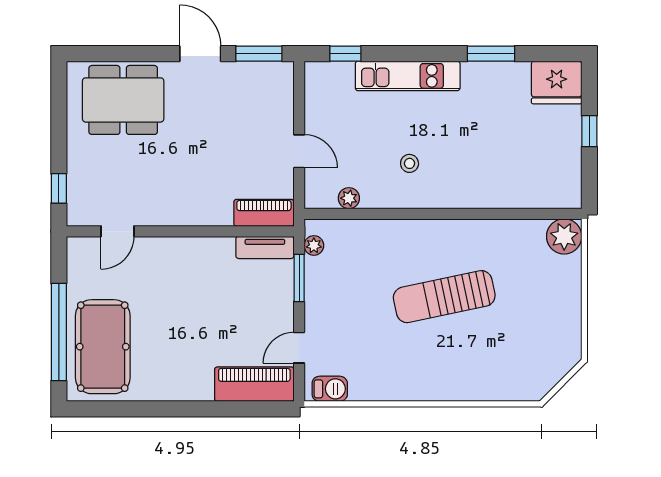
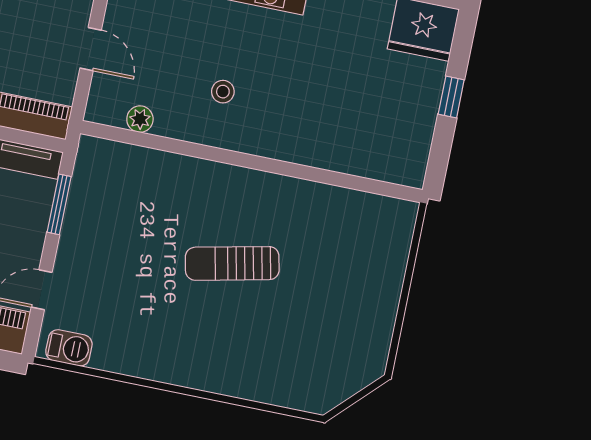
plant: (564, 236) -> (394, 220), removed
plant: (314, 245) -> (85, 168), removed
sun lounger: (444, 297) -> (232, 263), width x0.73, depth x0.75

